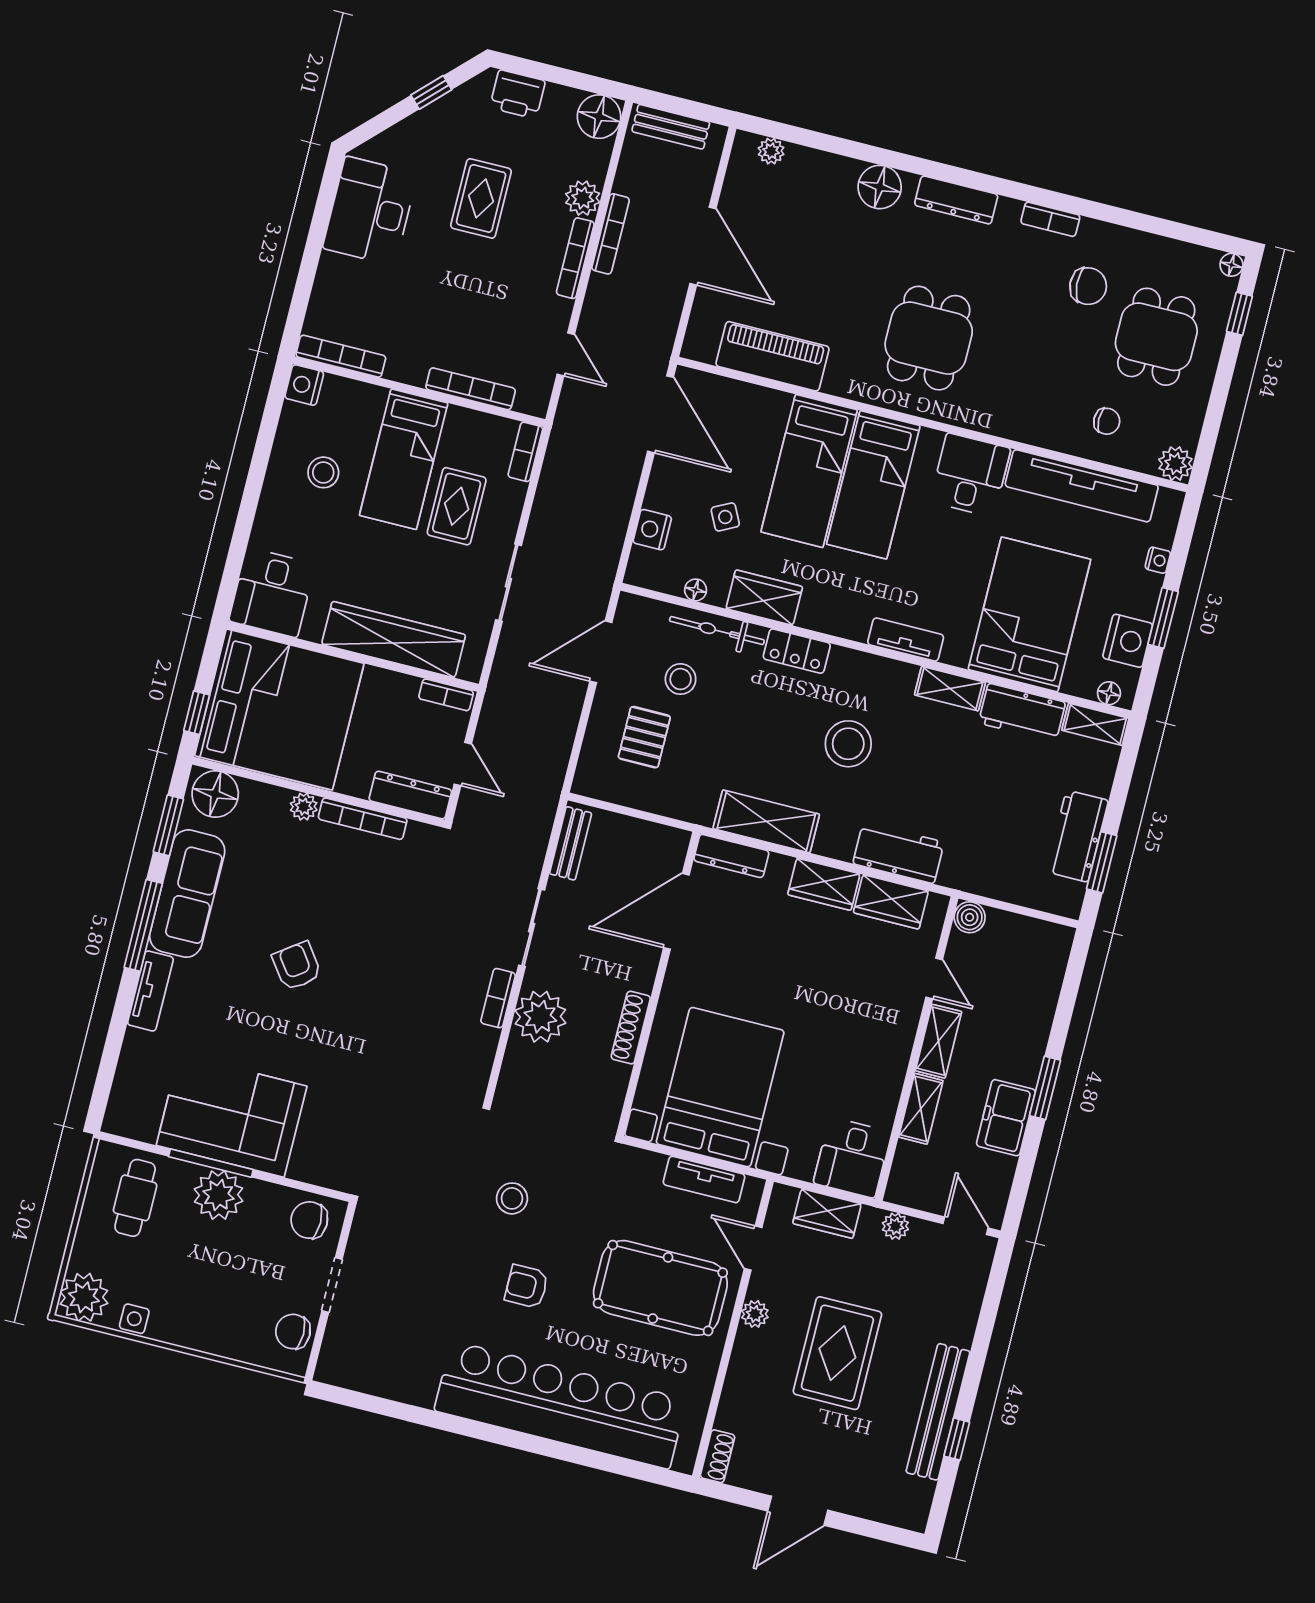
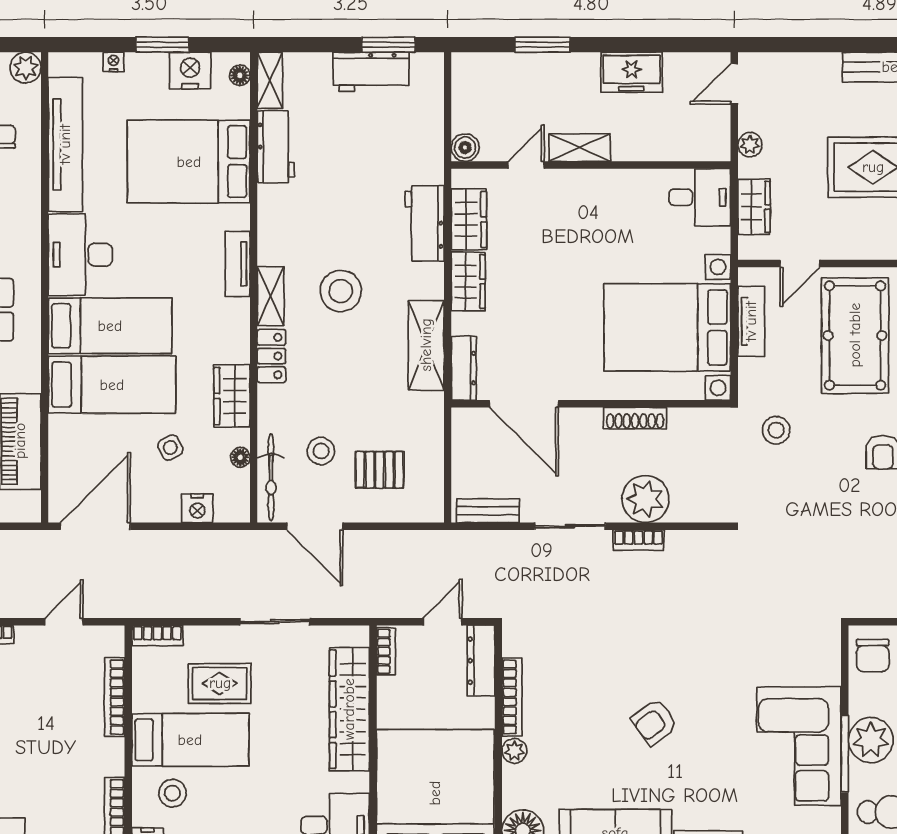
stool: (323, 472) -> (172, 793), moved
desk: (970, 475) -> (80, 255), width x1.37
bicycle: (717, 631) -> (271, 477), moved
shelving: (950, 689) -> (271, 296), moved
window: (1045, 1088) -> (542, 45), moved
shelving: (921, 1109) -> (642, 148), removed
stool: (512, 1198) -> (776, 430), moved
plant: (755, 1314) -> (857, 248), removed

